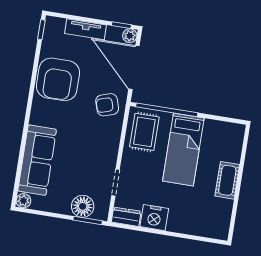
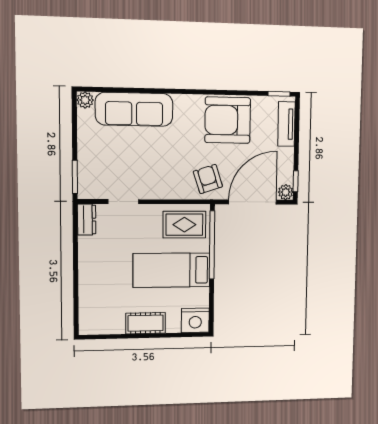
tv unit: (85, 29) -> (286, 124), moved
floor lamp: (83, 206) -> (90, 169), removed
nightstand: (154, 218) -> (195, 320), moved, turned -90

